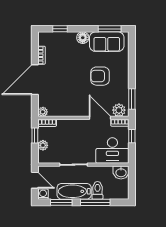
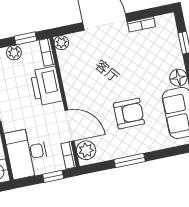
armchair: (100, 76) -> (129, 113), turned 90
window: (132, 99) -> (130, 160), moved
door: (100, 118) -> (70, 126), hinge flipped
printer: (70, 128) -> (46, 86), added

